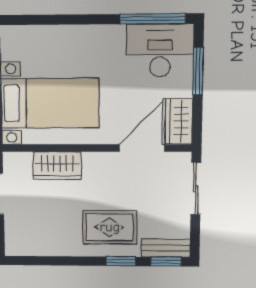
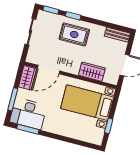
window: (153, 19) -> (28, 129), width x0.69
sliding door: (196, 189) -> (30, 32), moved
bench: (166, 248) -> (117, 35), moved

